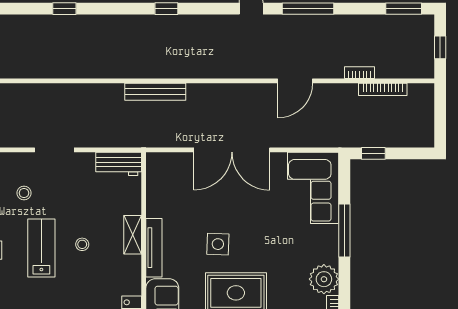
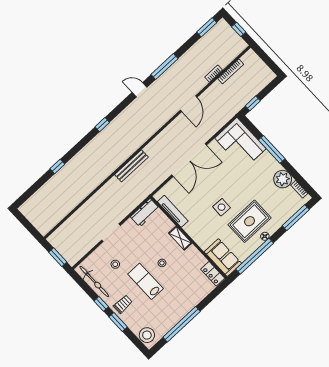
tv unit: (154, 248) -> (173, 211), moved

